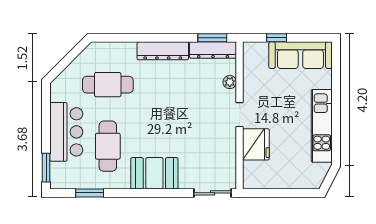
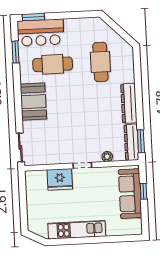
sofa: (300, 55) -> (130, 194), moved
bar counter: (66, 132) -> (41, 33), moved

